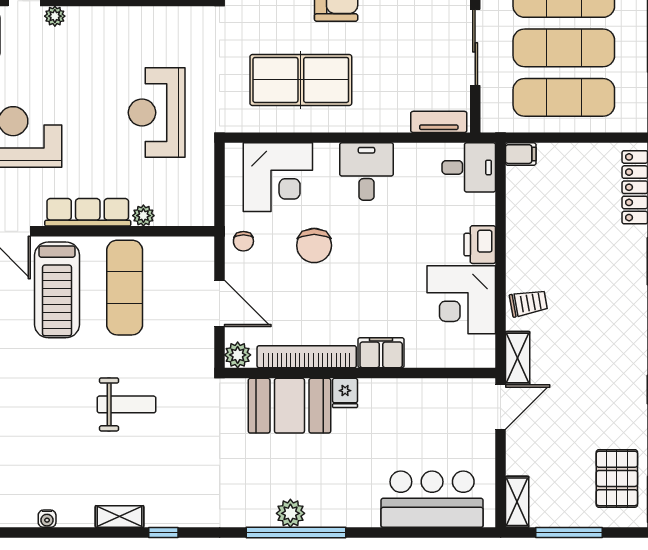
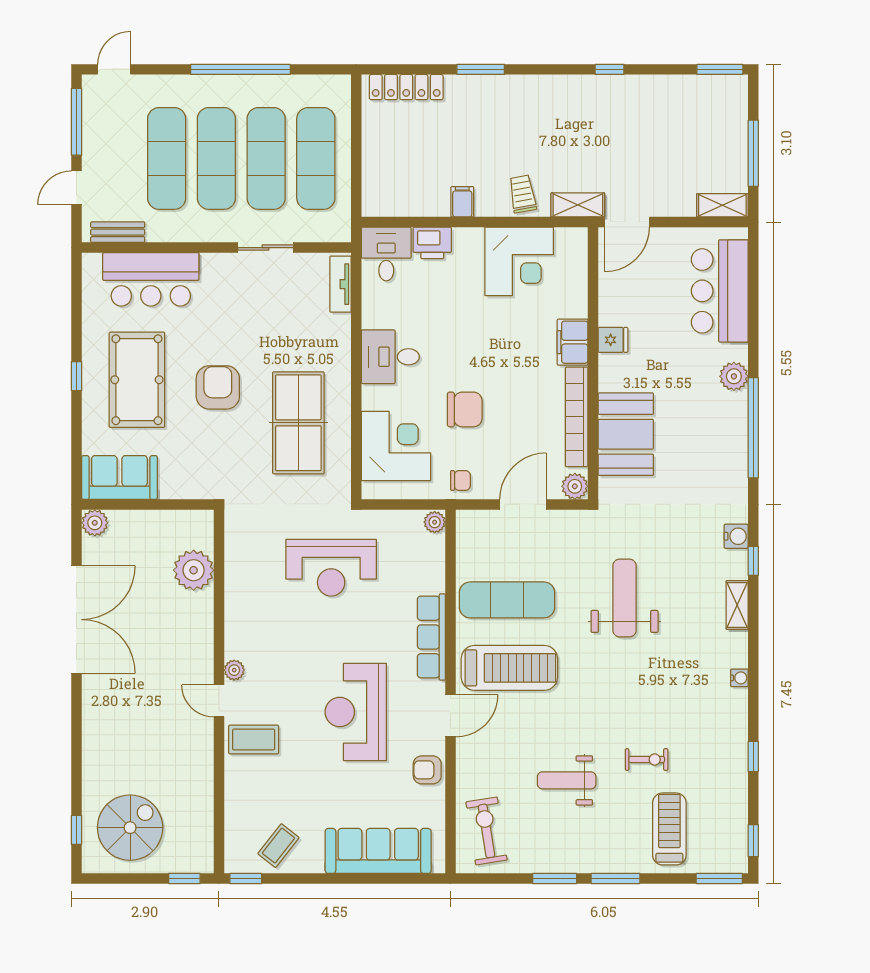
sliding door: (475, 47) -> (266, 248), width x0.73
filing cabinet: (521, 154) -> (462, 202), moved
plant: (143, 216) -> (435, 522), moved
printer: (480, 245) -> (432, 243), moved
fridge: (345, 393) -> (613, 340), moved
weight bench: (127, 404) -> (625, 598), width x1.36, depth x1.33
door: (501, 407) -> (627, 222), swing flipped
pallet: (617, 478) -> (699, 105), removed
plant: (290, 513) -> (734, 376), moved
water cooler: (188, 516) -> (736, 536), added

